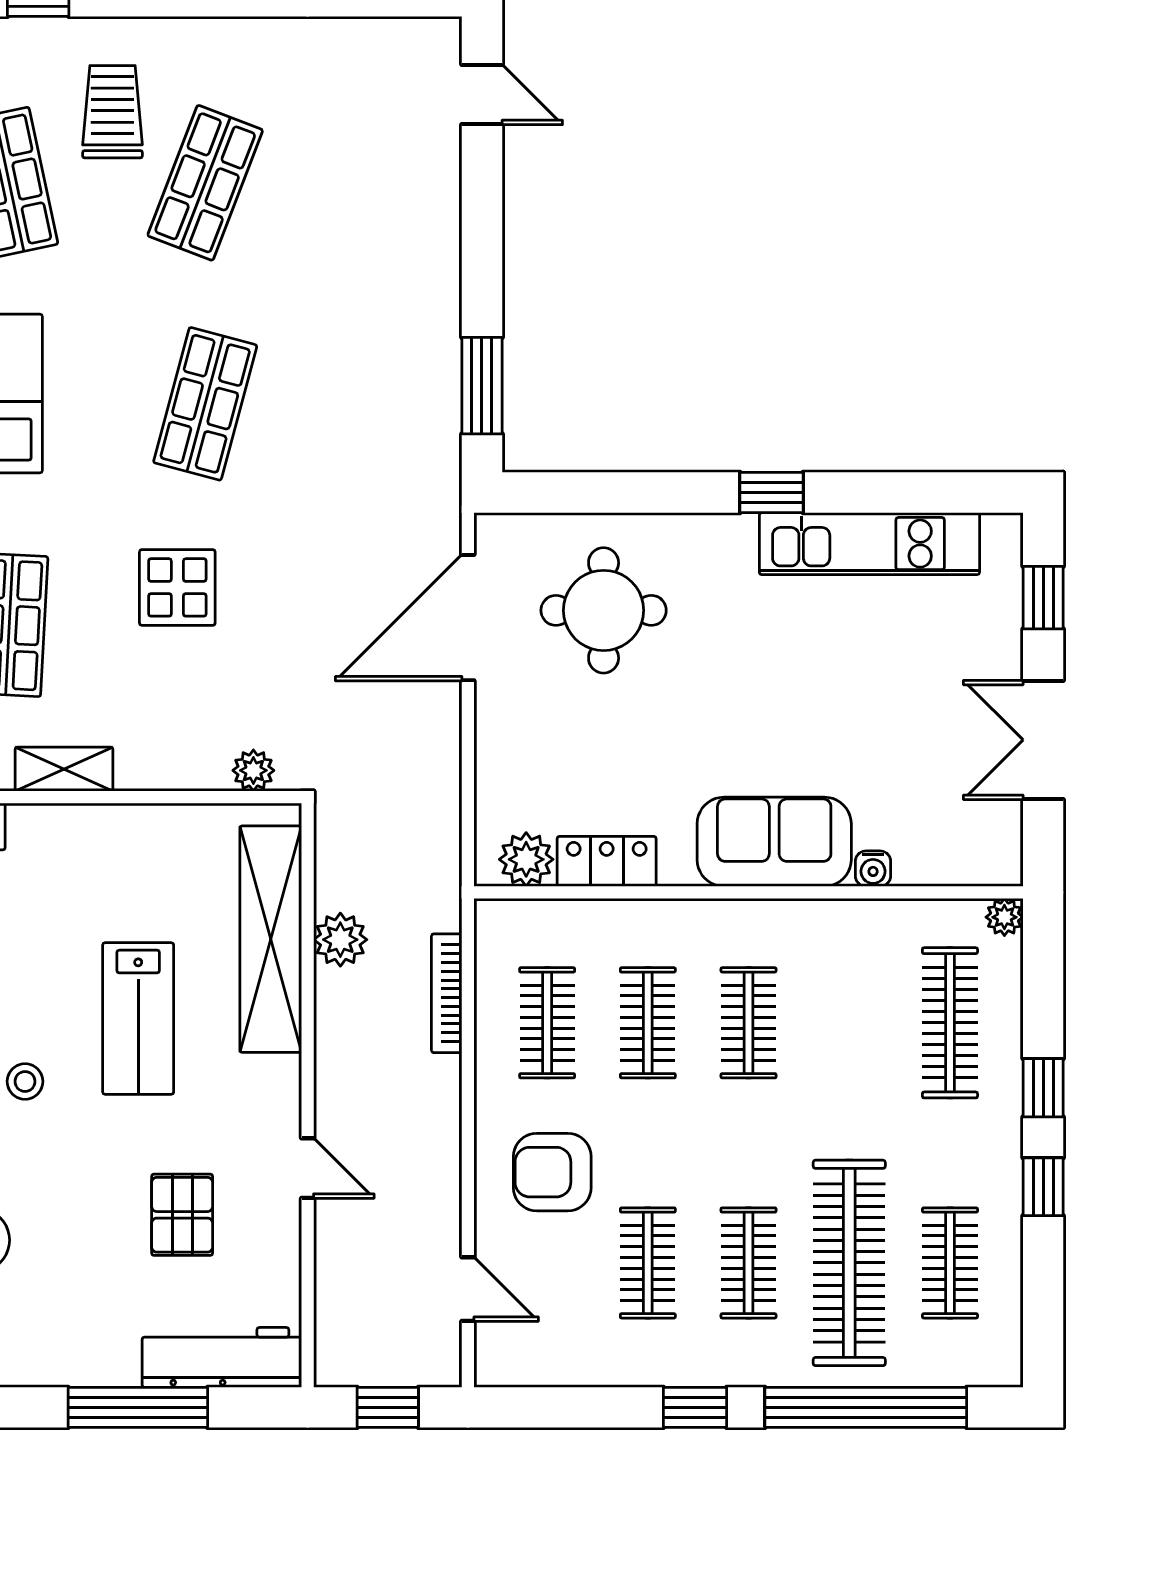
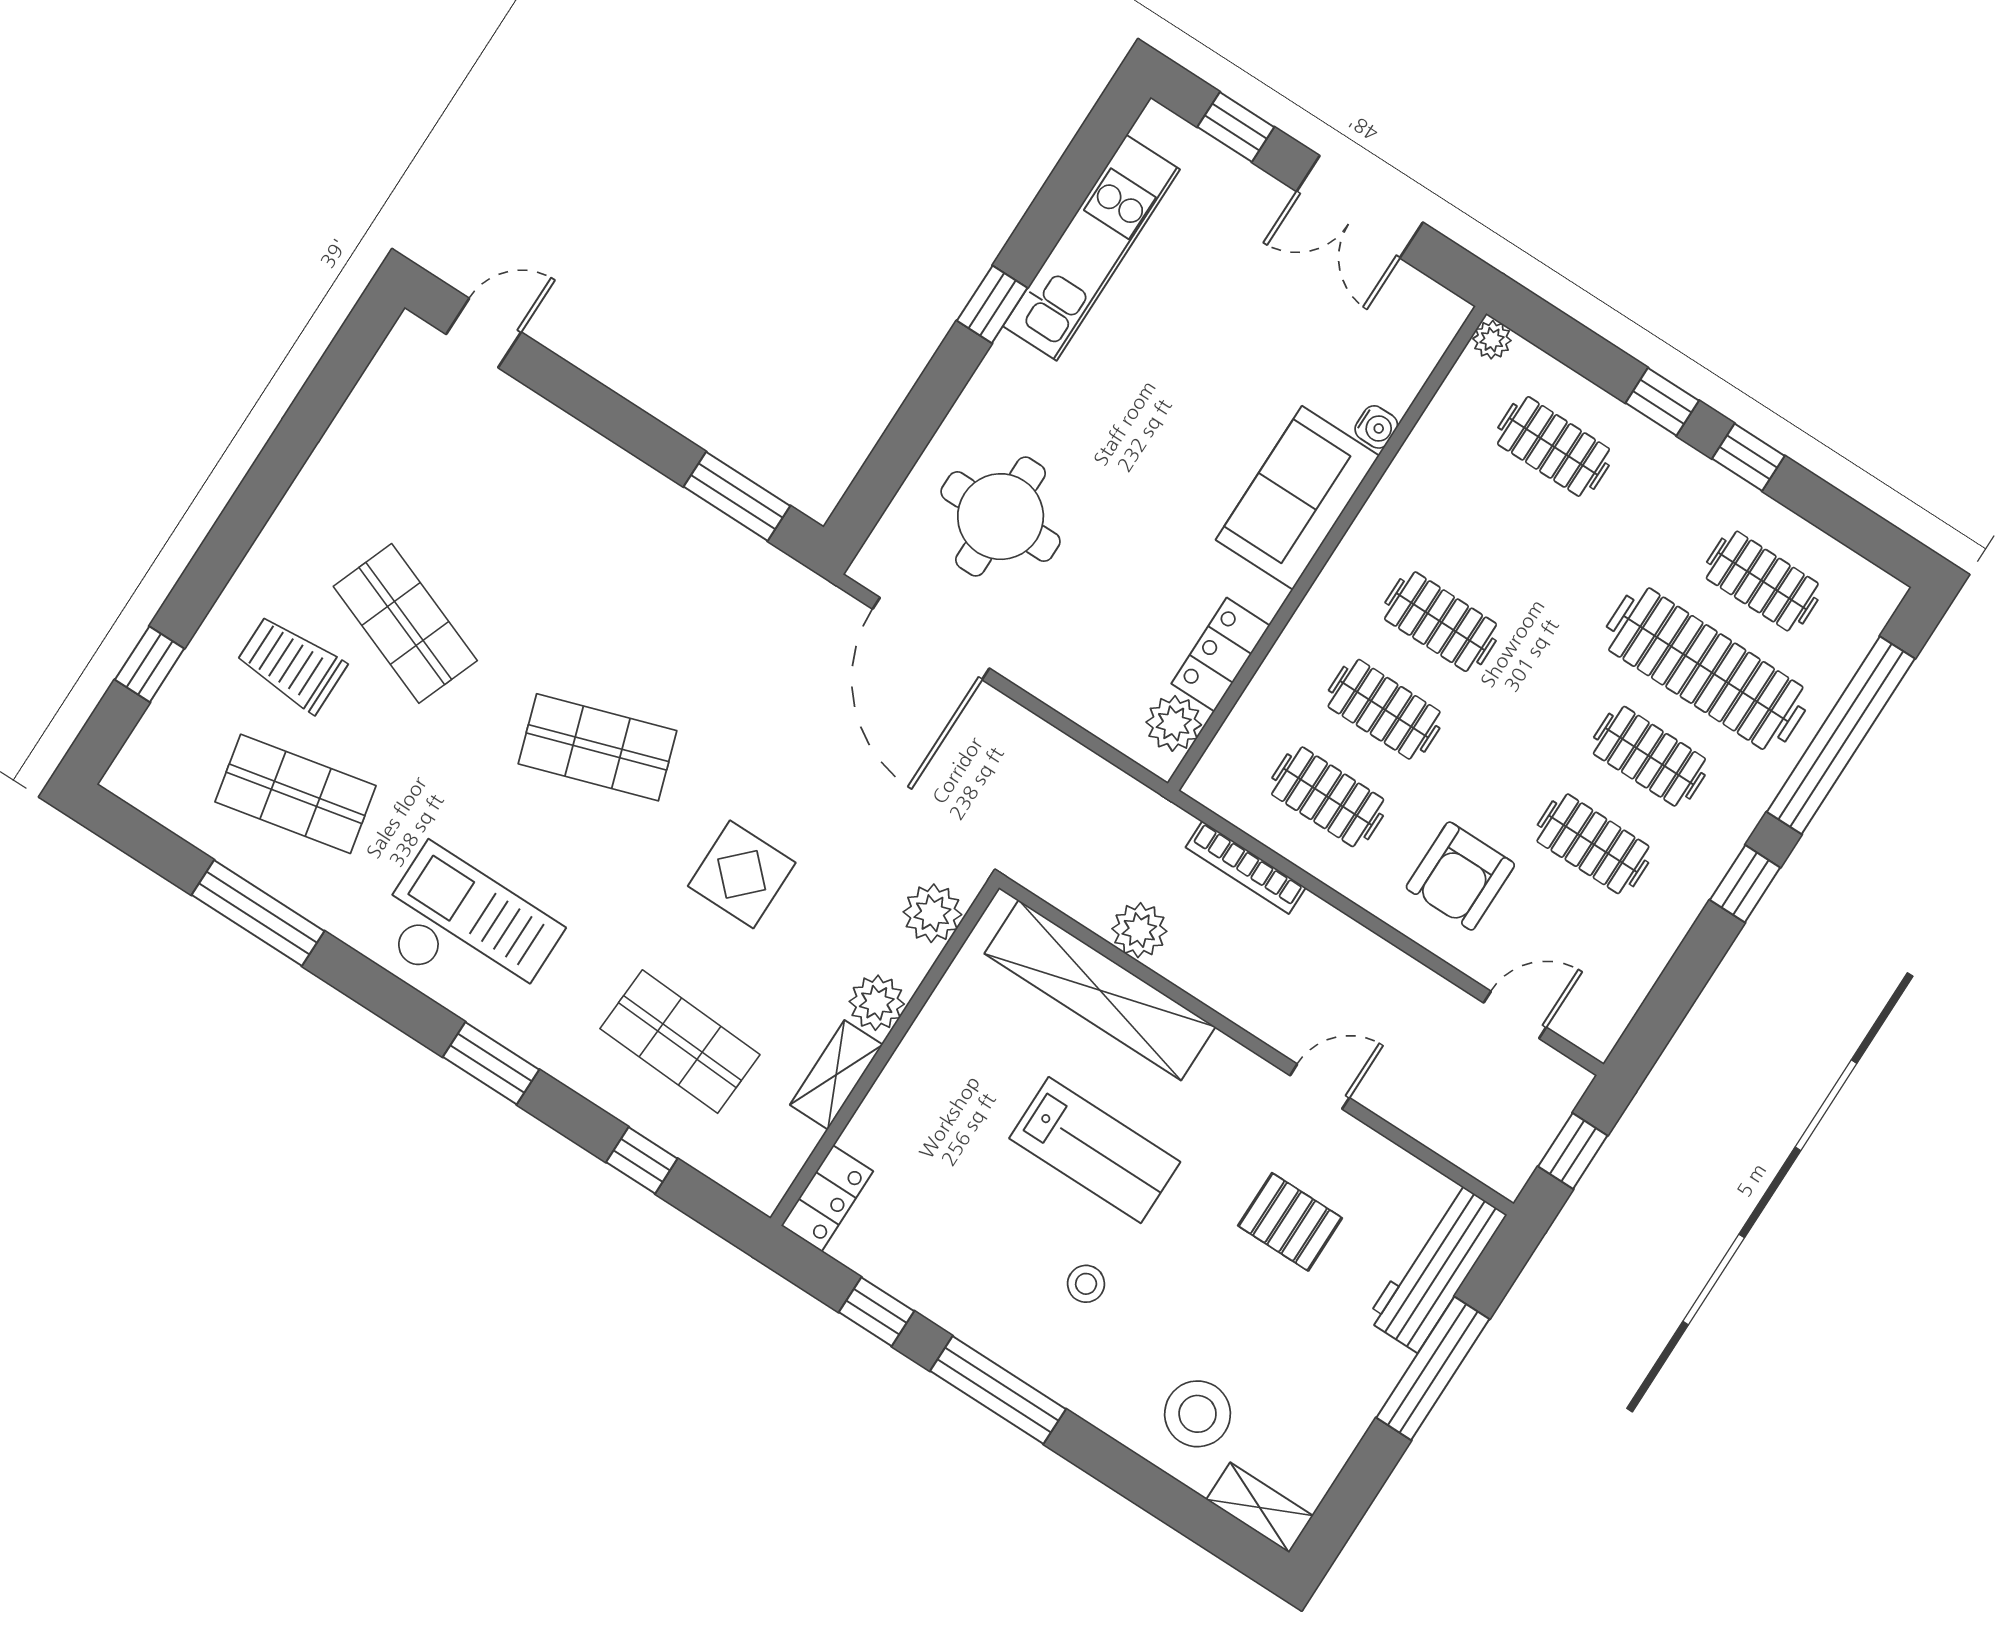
shop shelf: (205, 404) -> (598, 747), turned -33
plant: (144, 764) -> (877, 1003), added
plant: (253, 770) -> (932, 913), width x1.38, depth x1.38
clothes rail: (950, 1023) -> (1553, 446), width x0.73

